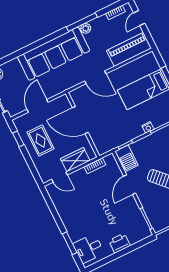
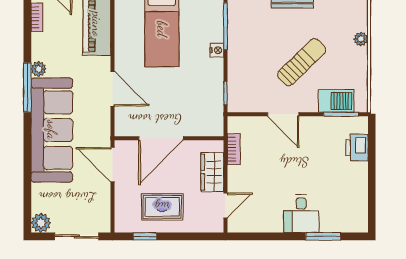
window: (82, 22) -> (27, 88), moved
door: (95, 77) -> (113, 89), hinge flipped
door: (38, 106) -> (113, 165), moved
barbecue: (126, 158) -> (336, 101), moved
printer: (120, 243) -> (357, 148), moved
desk: (89, 248) -> (301, 214), moved

